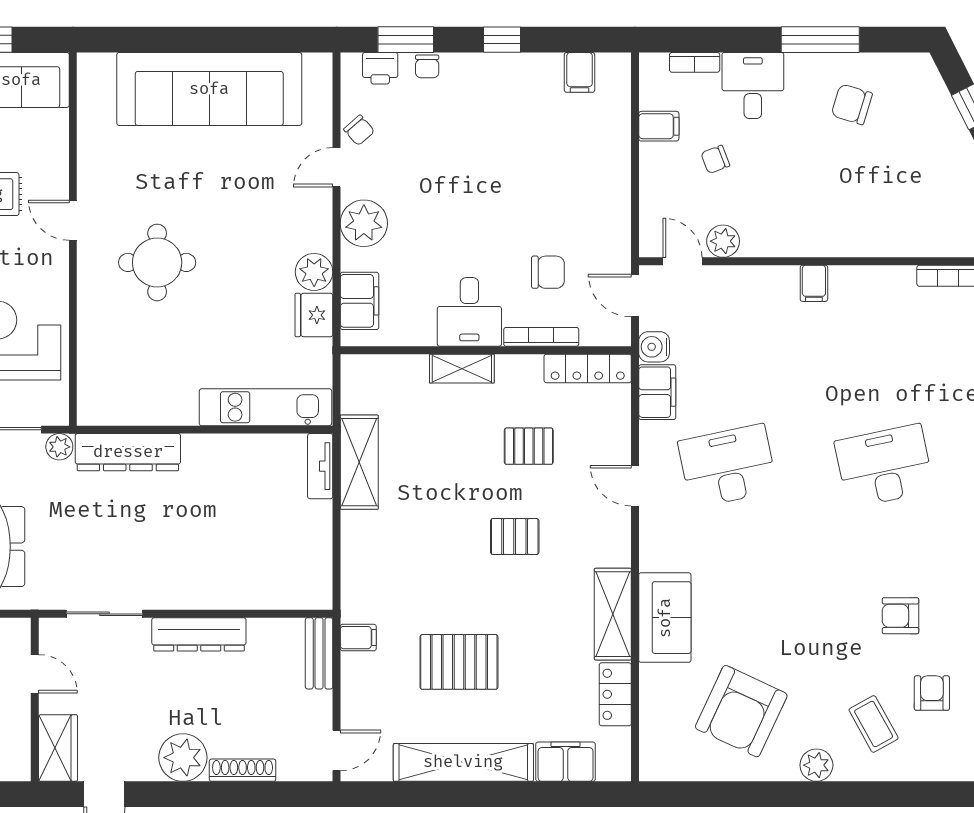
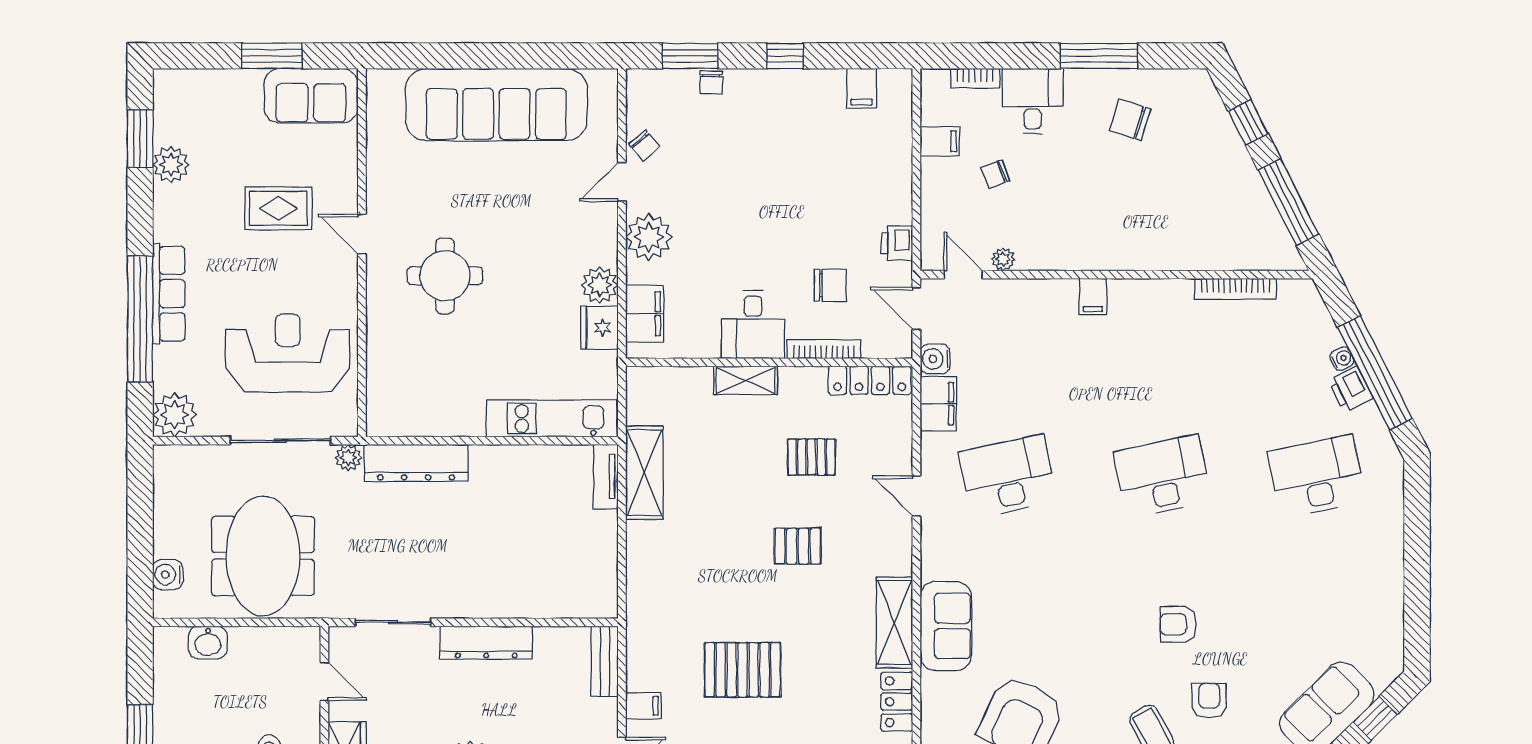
printer: (380, 68) -> (897, 243), moved, turned 90
plant: (723, 241) -> (1003, 259), width x0.73, depth x0.73
filing cabinet: (358, 638) -> (643, 706), moved

